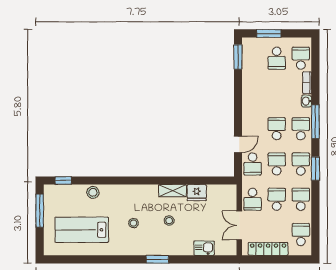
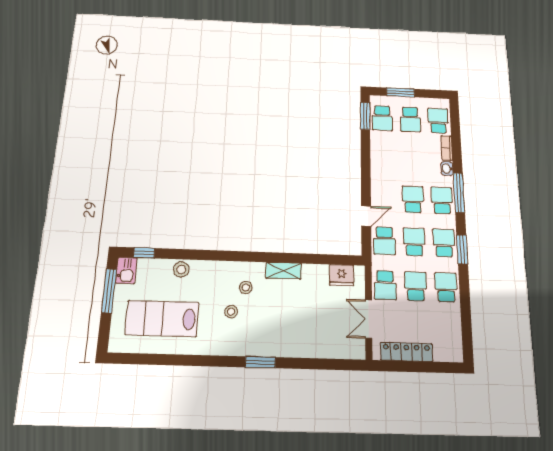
fridge: (197, 193) -> (342, 275), moved
stool: (169, 221) -> (246, 287), moved
school desk: (301, 235) -> (382, 118), moved, turned 180
kitchen sink: (204, 248) -> (126, 270), moved, turned 90

